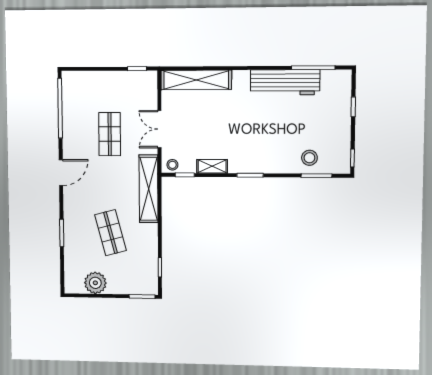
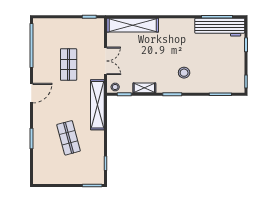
workbench: (285, 82) -> (220, 27), moved
double door: (159, 129) -> (106, 61), swing flipped
stool: (309, 158) -> (184, 73), moved
plant: (95, 283) -> (57, 176), removed

